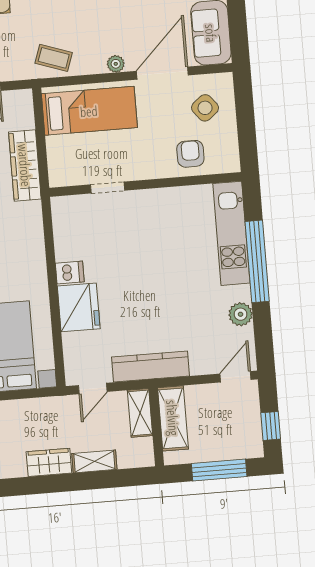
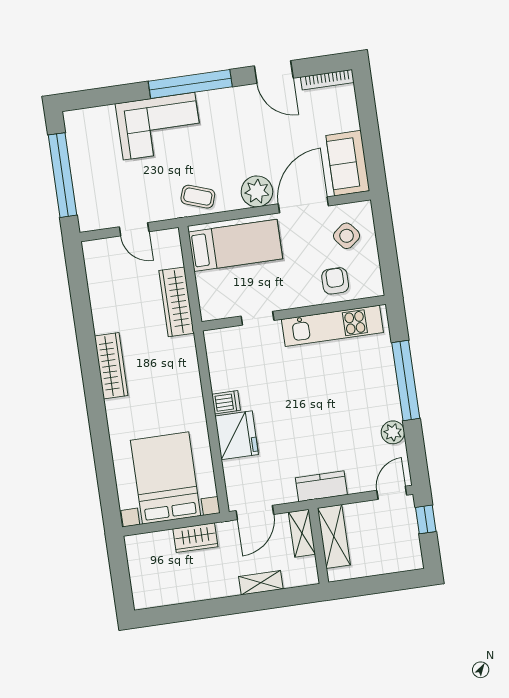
plant: (116, 64) -> (257, 191), width x1.87, depth x1.87
kitchen unit: (231, 233) -> (332, 326), moved, turned -90
kitchen counter: (151, 366) -> (321, 486), width x0.67
door: (93, 388) -> (255, 513), width x1.38
window: (271, 426) -> (426, 519), moved
wardrobe: (49, 462) -> (195, 538), moved, turned 180
window: (219, 470) -> (381, 584), removed

